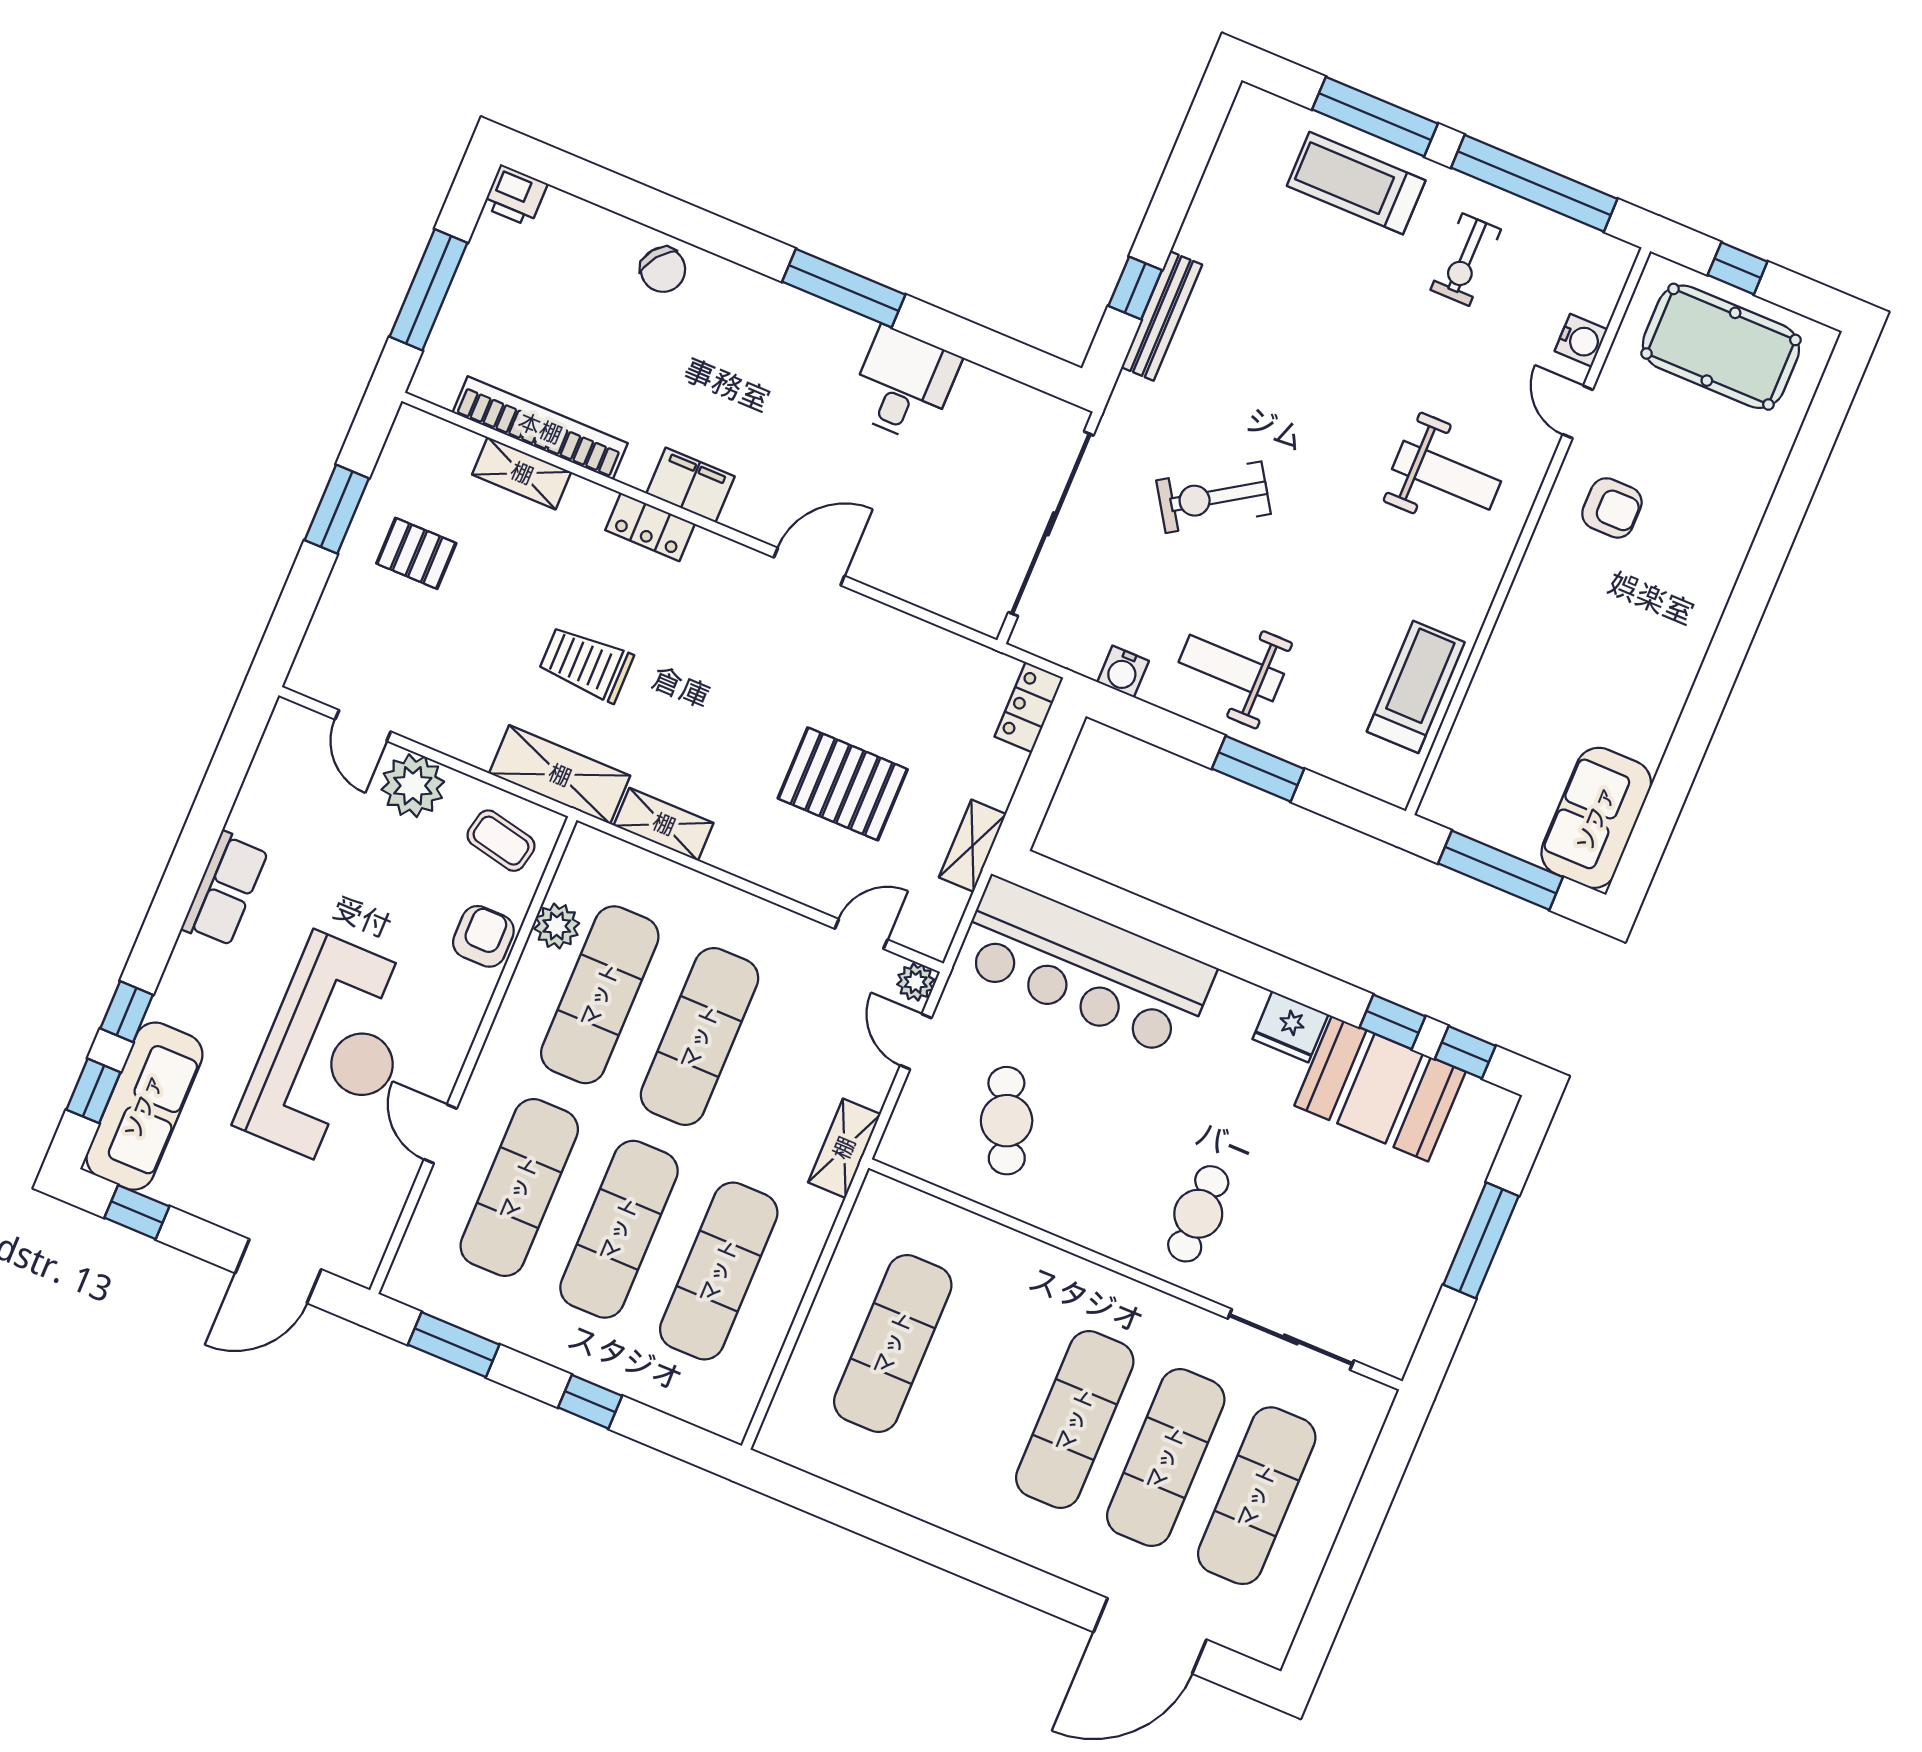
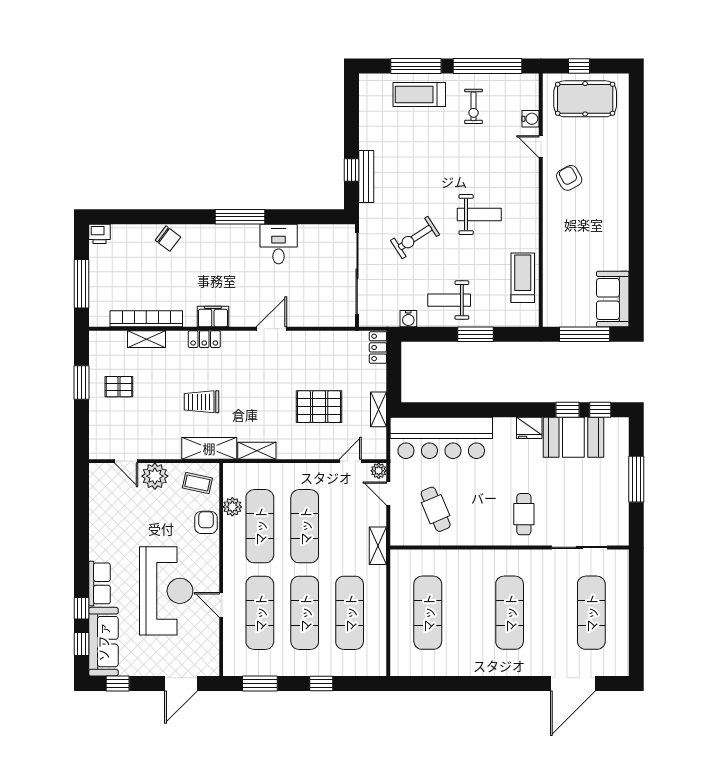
weight bench: (1446, 475) -> (479, 215), moved
armchair: (1612, 508) -> (569, 178), turned -119
row of seats: (225, 889) -> (100, 583), moved
exercise mat: (1166, 1458) -> (550, 613), removed

